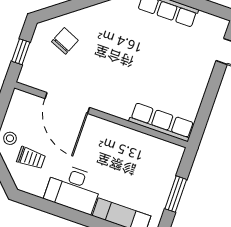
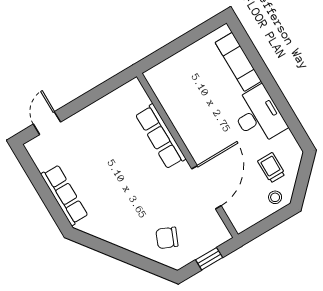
row of seats: (162, 122) -> (161, 137), moved
window: (176, 194) -> (181, 43), removed

